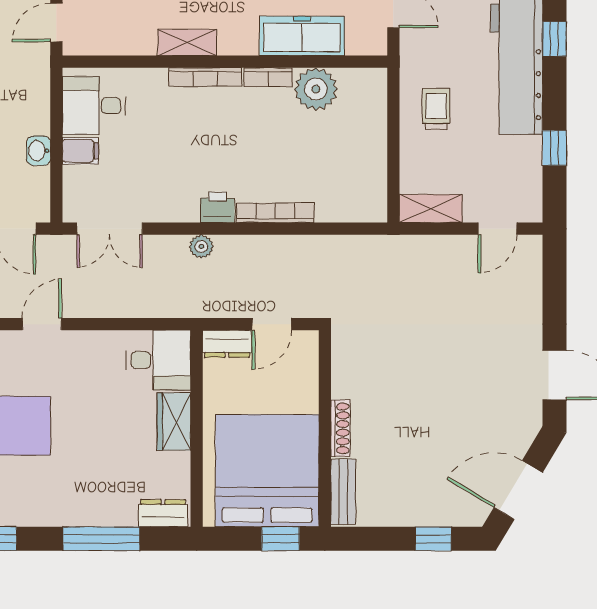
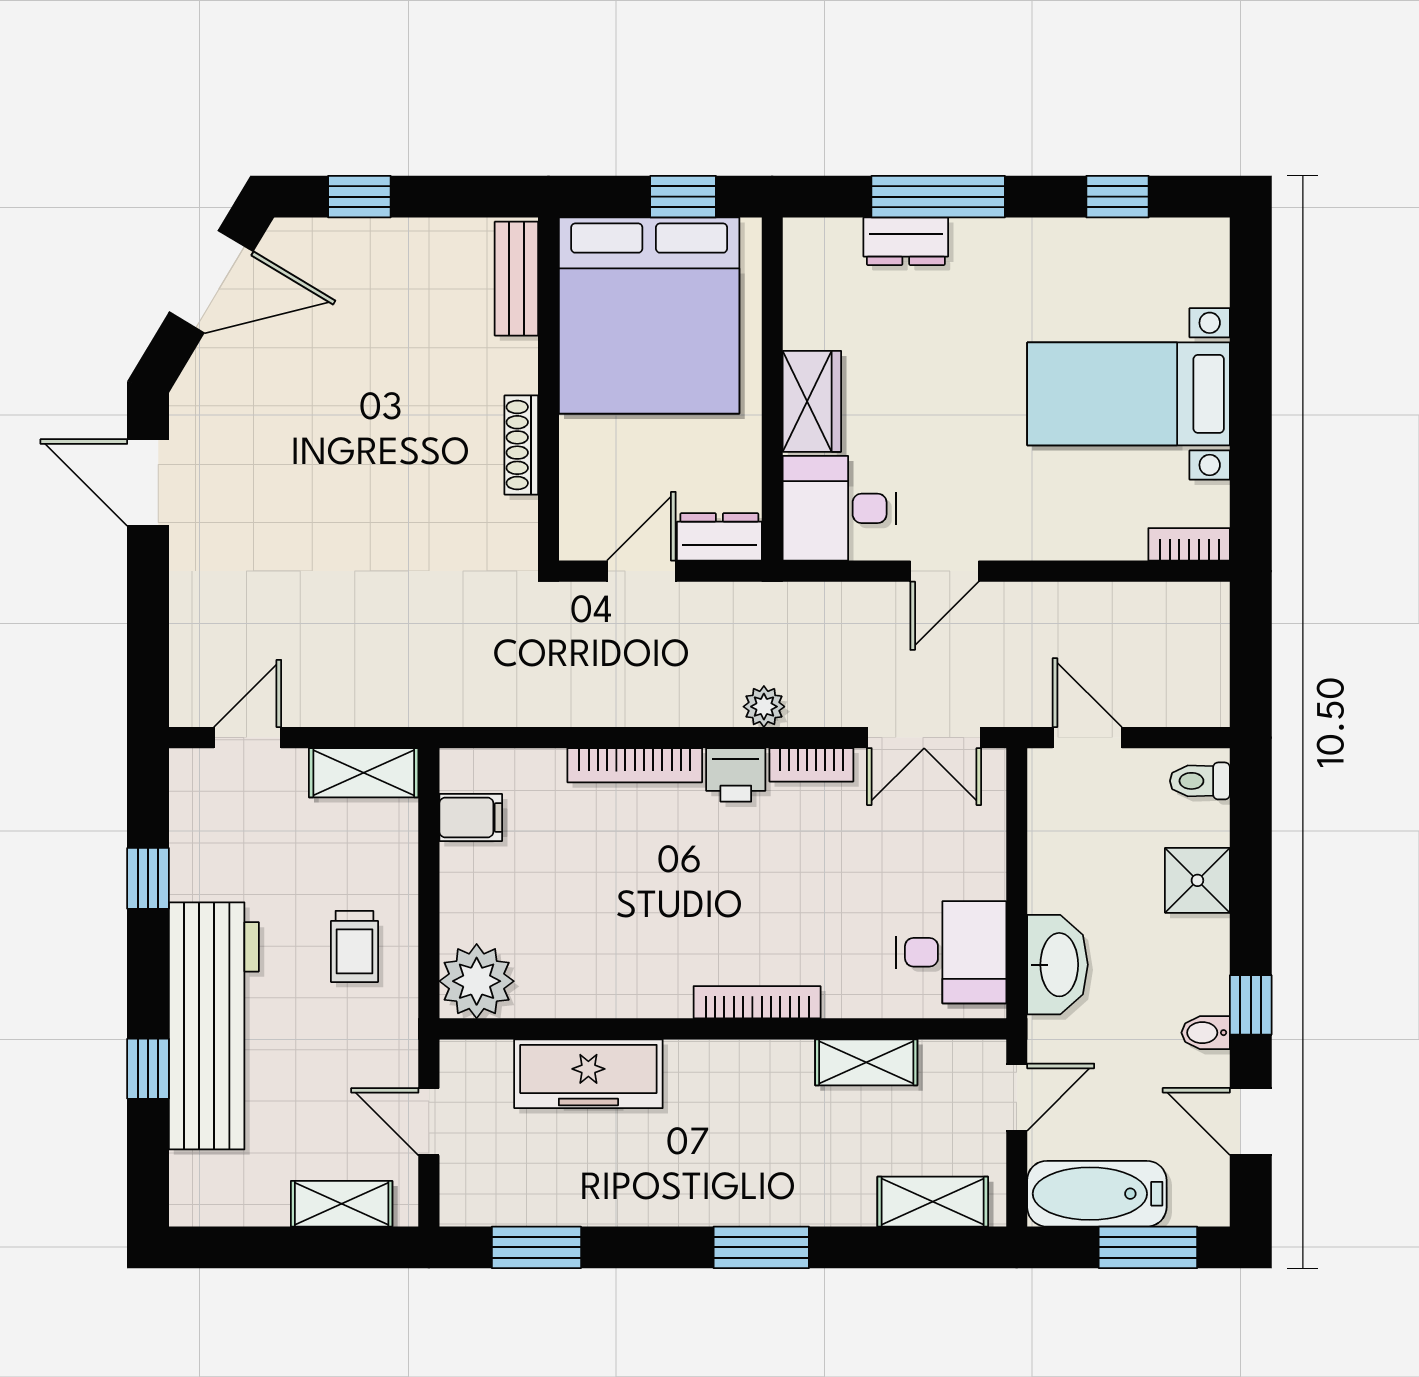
shelving: (187, 43) -> (866, 1062), moved
bookcase: (268, 77) -> (811, 765), moved, turned 180
plant: (316, 89) -> (477, 981), moved
washbasin: (38, 151) -> (1057, 965), moved, width x1.91, depth x1.45
filing cabinet: (80, 151) -> (471, 817), moved, turned 180
double door: (110, 229) -> (924, 738), swing flipped
door: (42, 324) -> (945, 571), moved
shoe rack: (340, 428) -> (521, 445), moved
dresser: (163, 513) -> (906, 241), moved
window: (280, 539) -> (683, 197), moved

